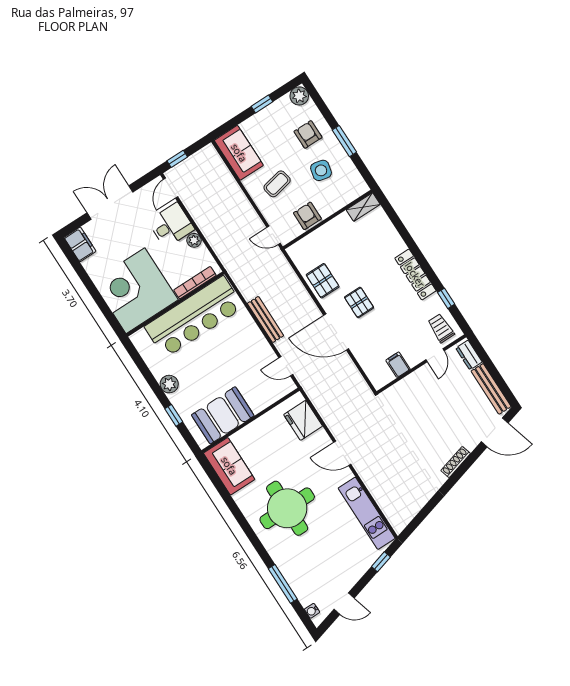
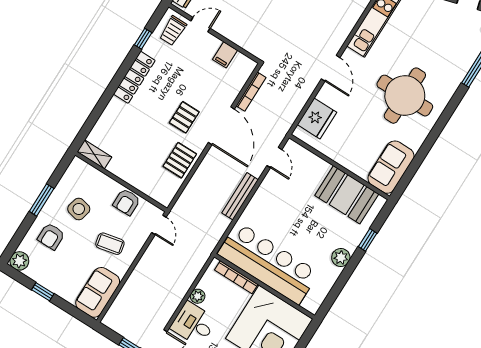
bookcase: (354, 373) -> (251, 92), added

